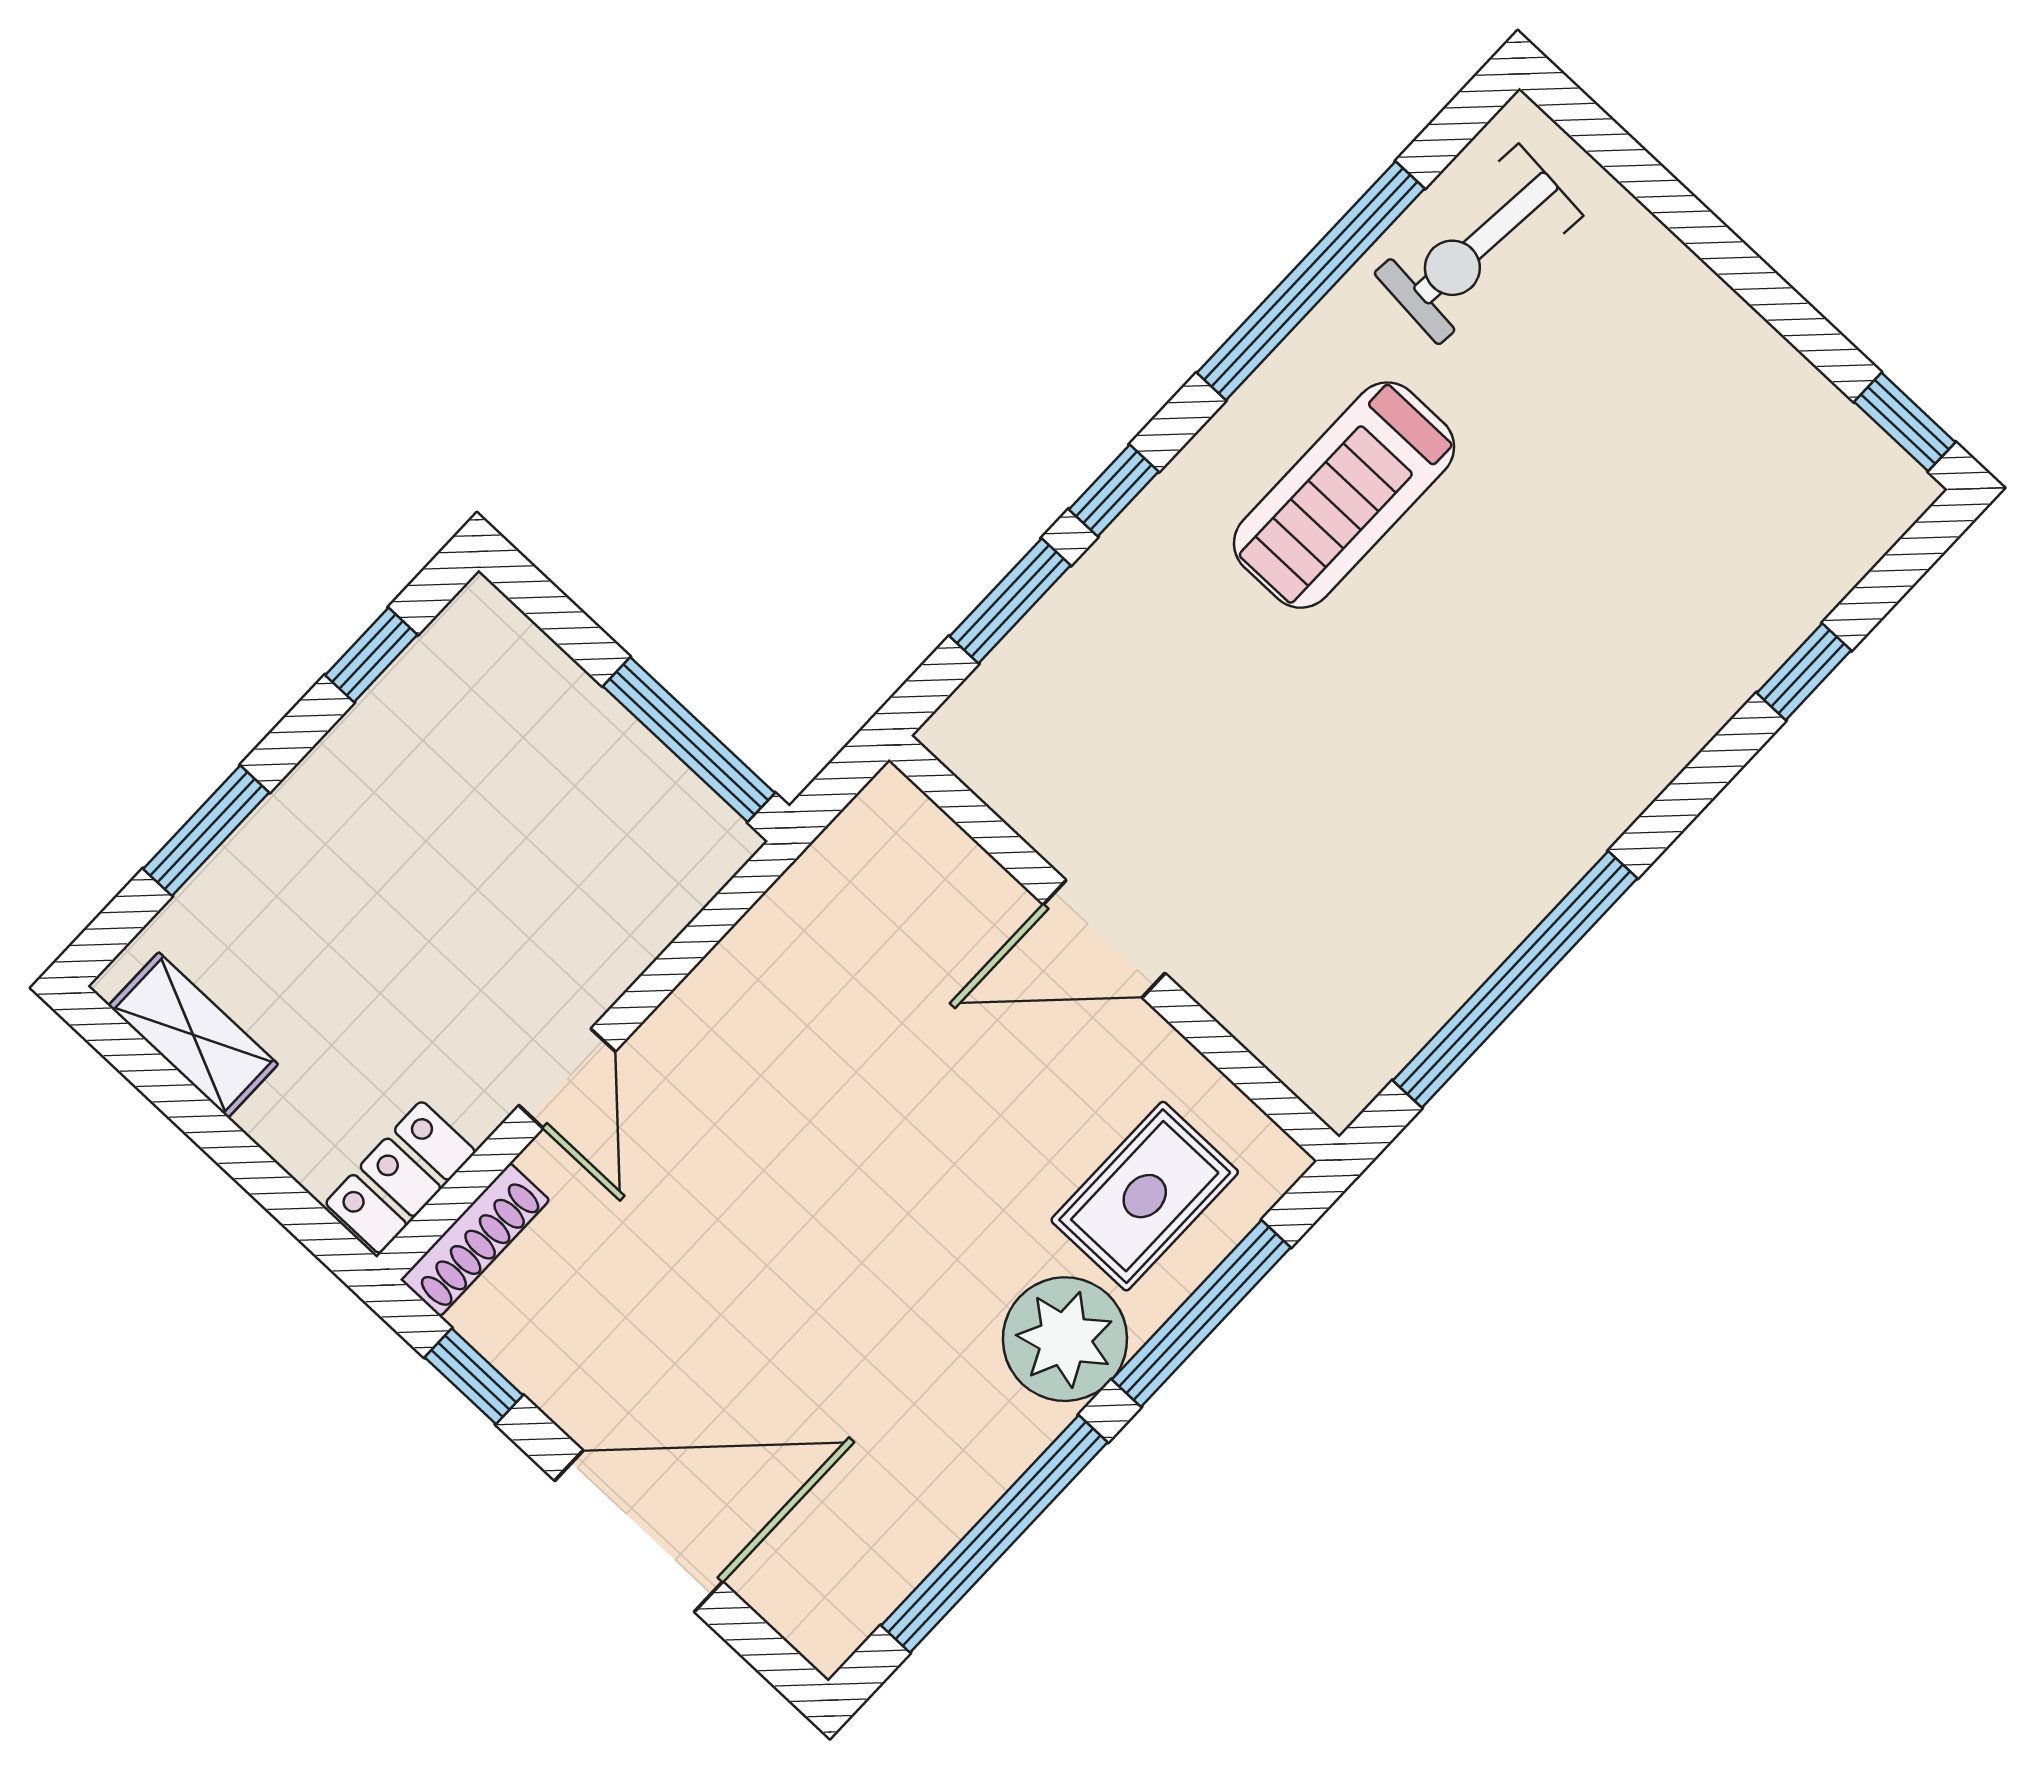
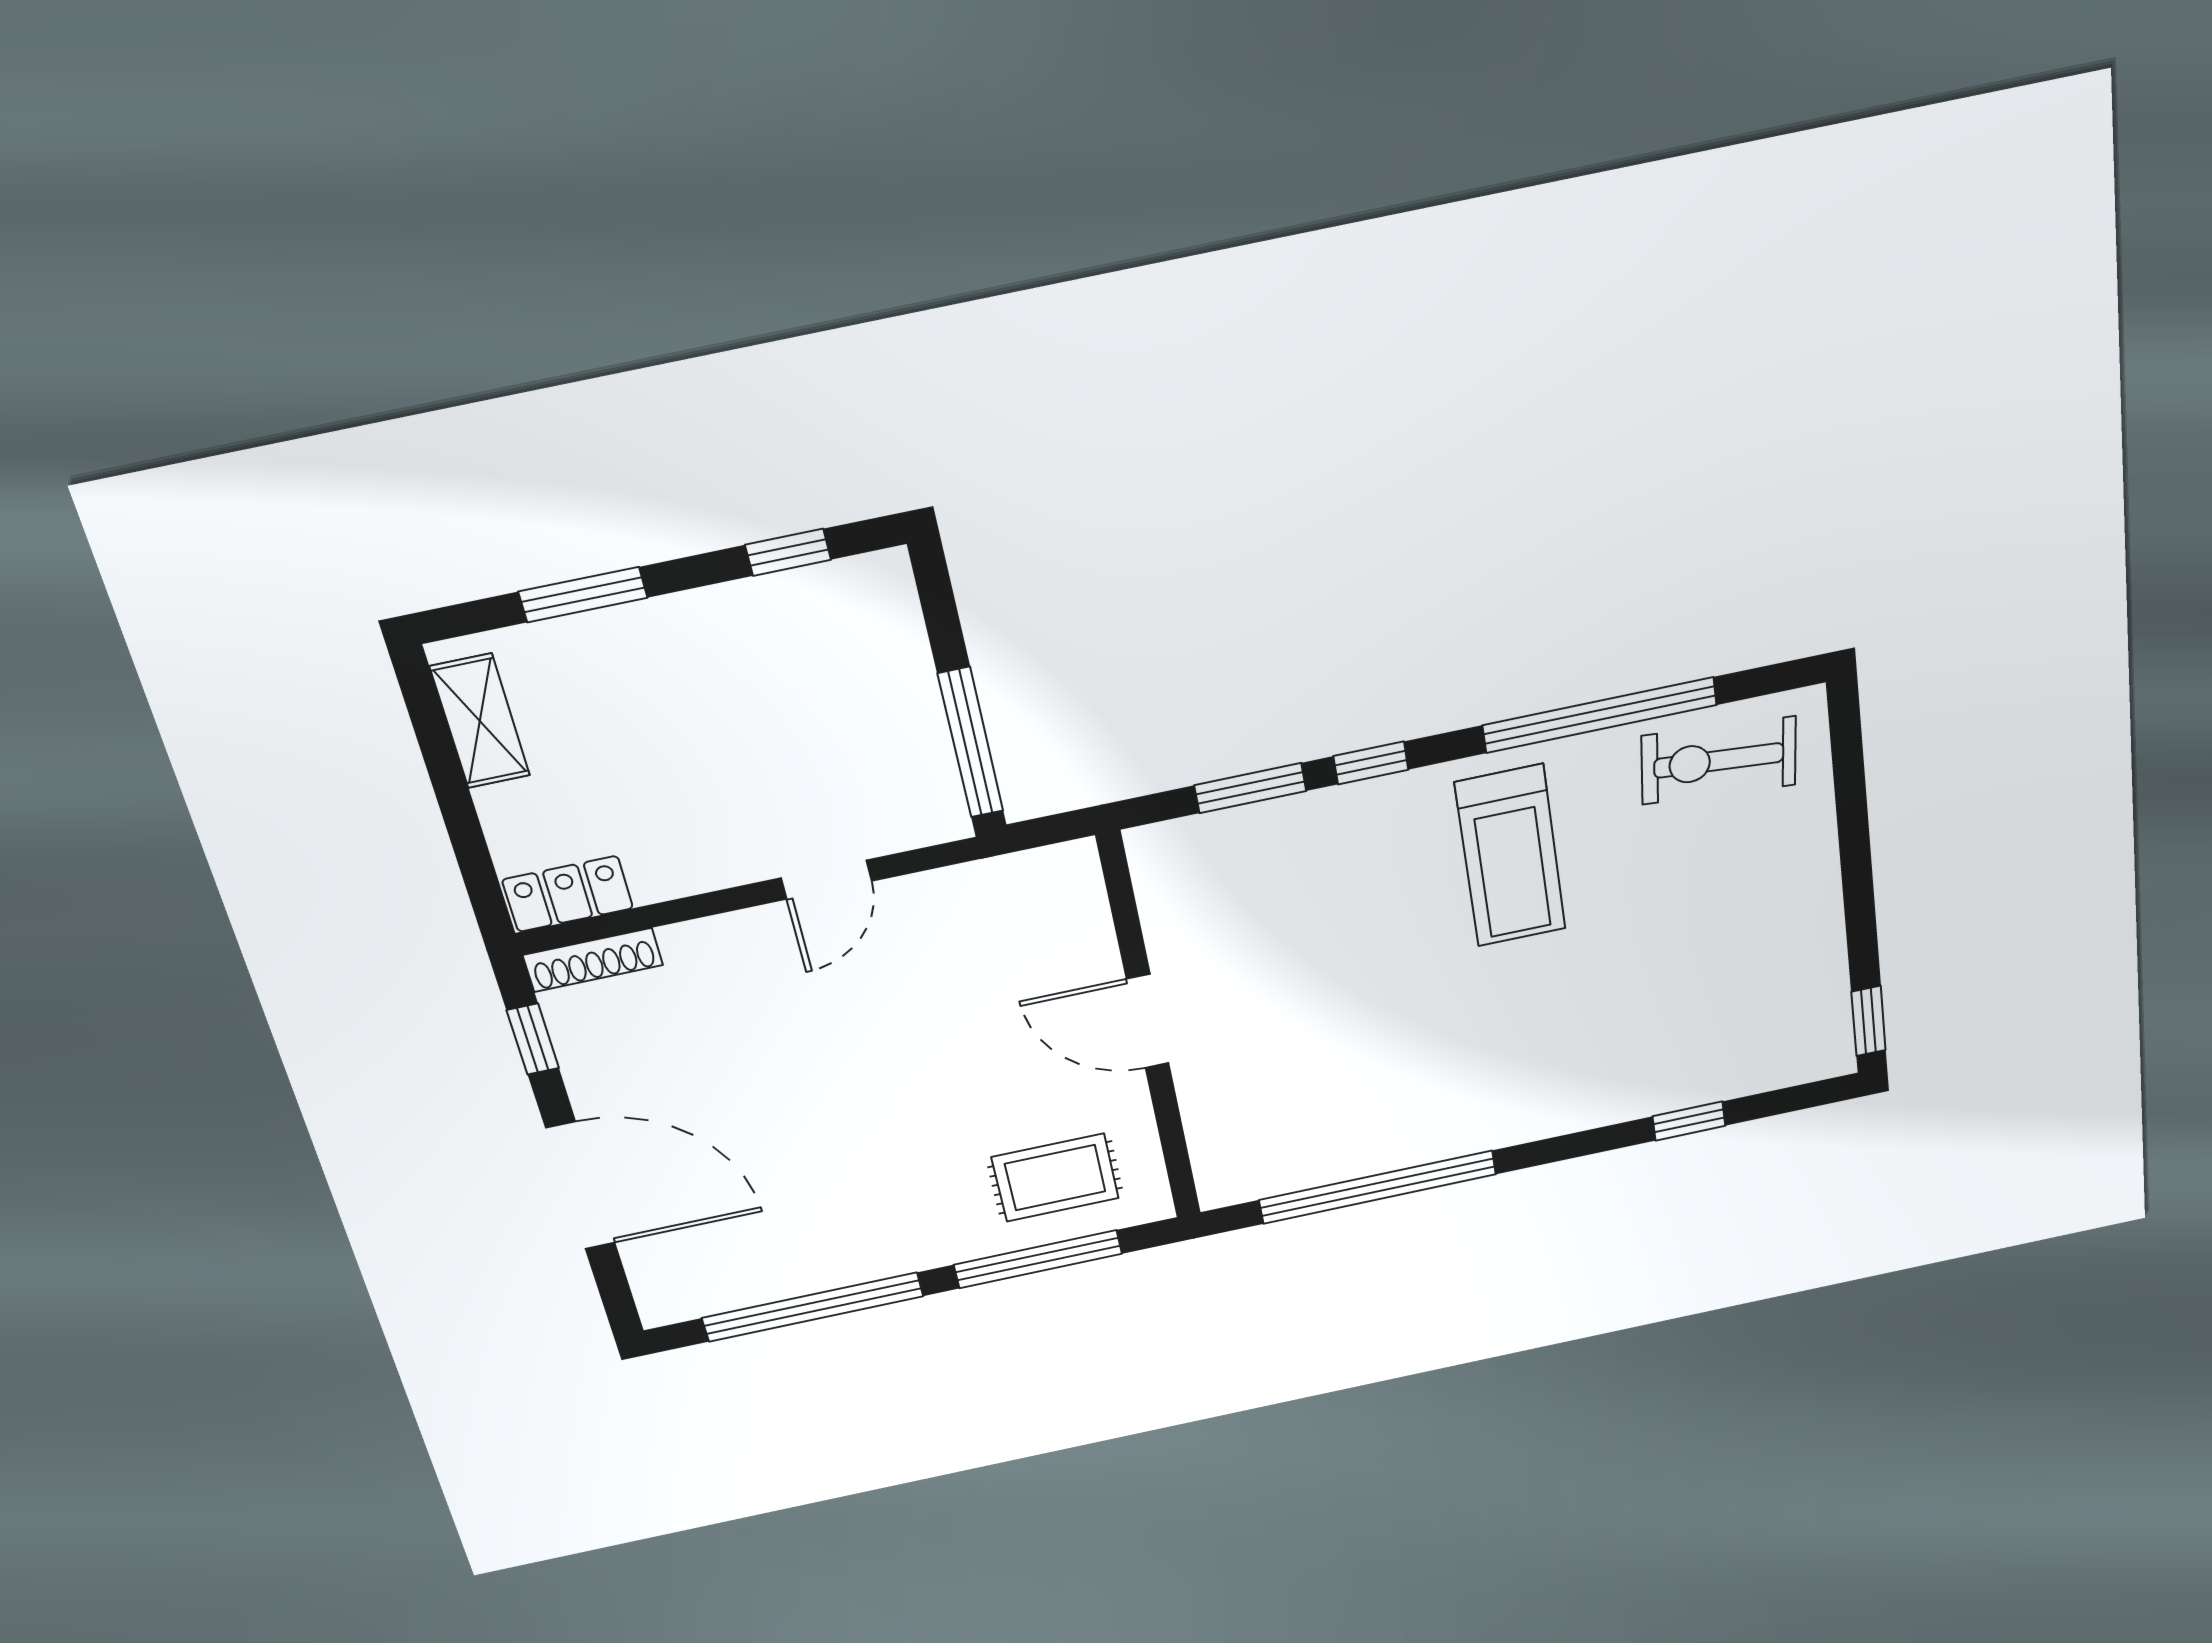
treadmill: (1344, 495) -> (1510, 856), turned -90
door: (567, 1078) -> (826, 880), moved
plant: (1065, 1339) -> (942, 1227), removed

